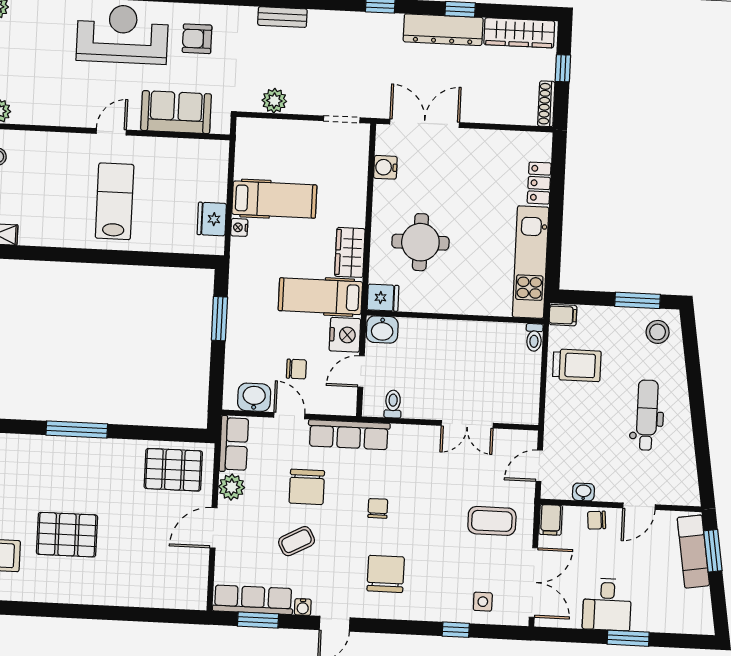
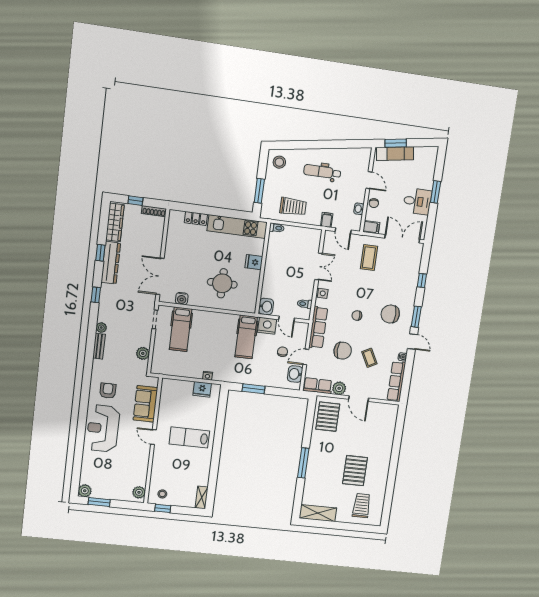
plant: (319, 19) -> (101, 328), added
armchair: (197, 39) -> (108, 391), turned 180
hospital bed: (274, 200) -> (181, 329), moved, turned 180
wardrobe: (350, 252) -> (225, 320), removed
fridge: (383, 298) -> (254, 262), moved, turned -90
window: (638, 300) -> (259, 191), moved
filing cabinet: (563, 315) -> (327, 220), moved
trolley: (577, 365) -> (293, 207), turned 90
side table: (483, 602) -> (323, 293), moved
window: (258, 620) -> (416, 317), moved

